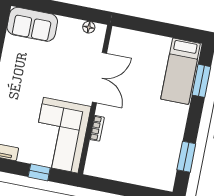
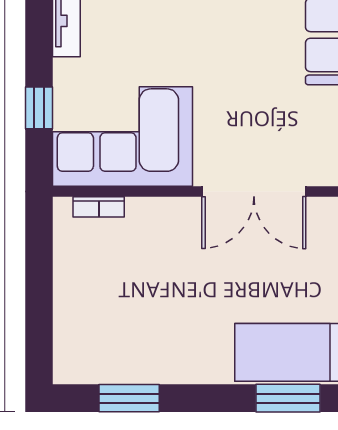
bookcase: (97, 128) -> (99, 207), moved

